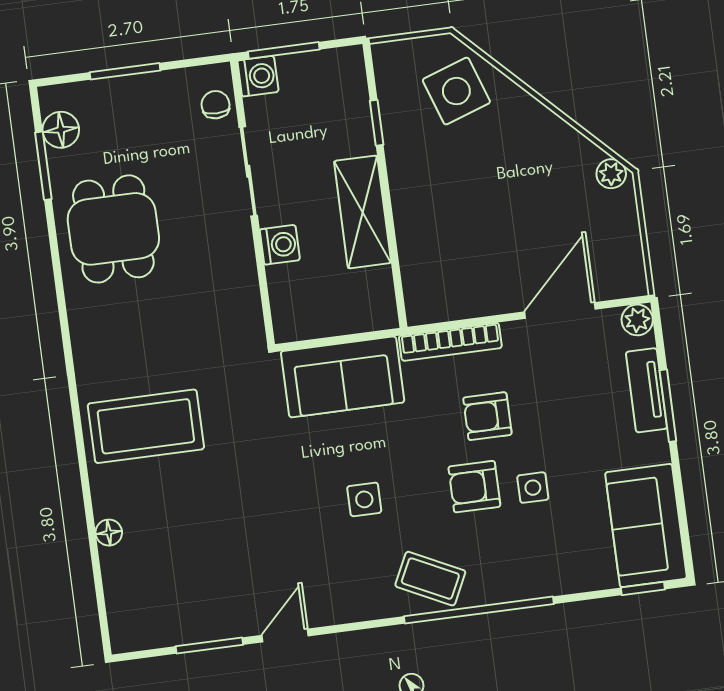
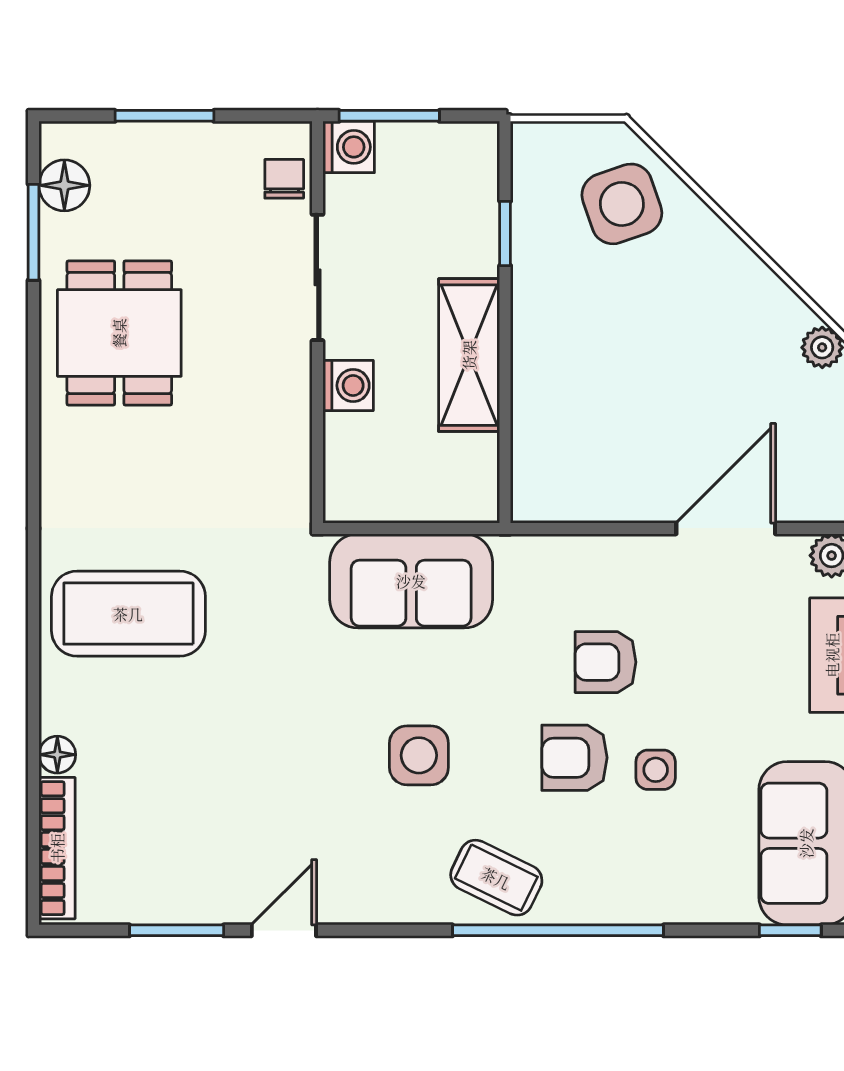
bookcase: (450, 342) -> (57, 848), moved, turned -90
side table: (364, 499) -> (419, 755), width x1.37, depth x1.37

